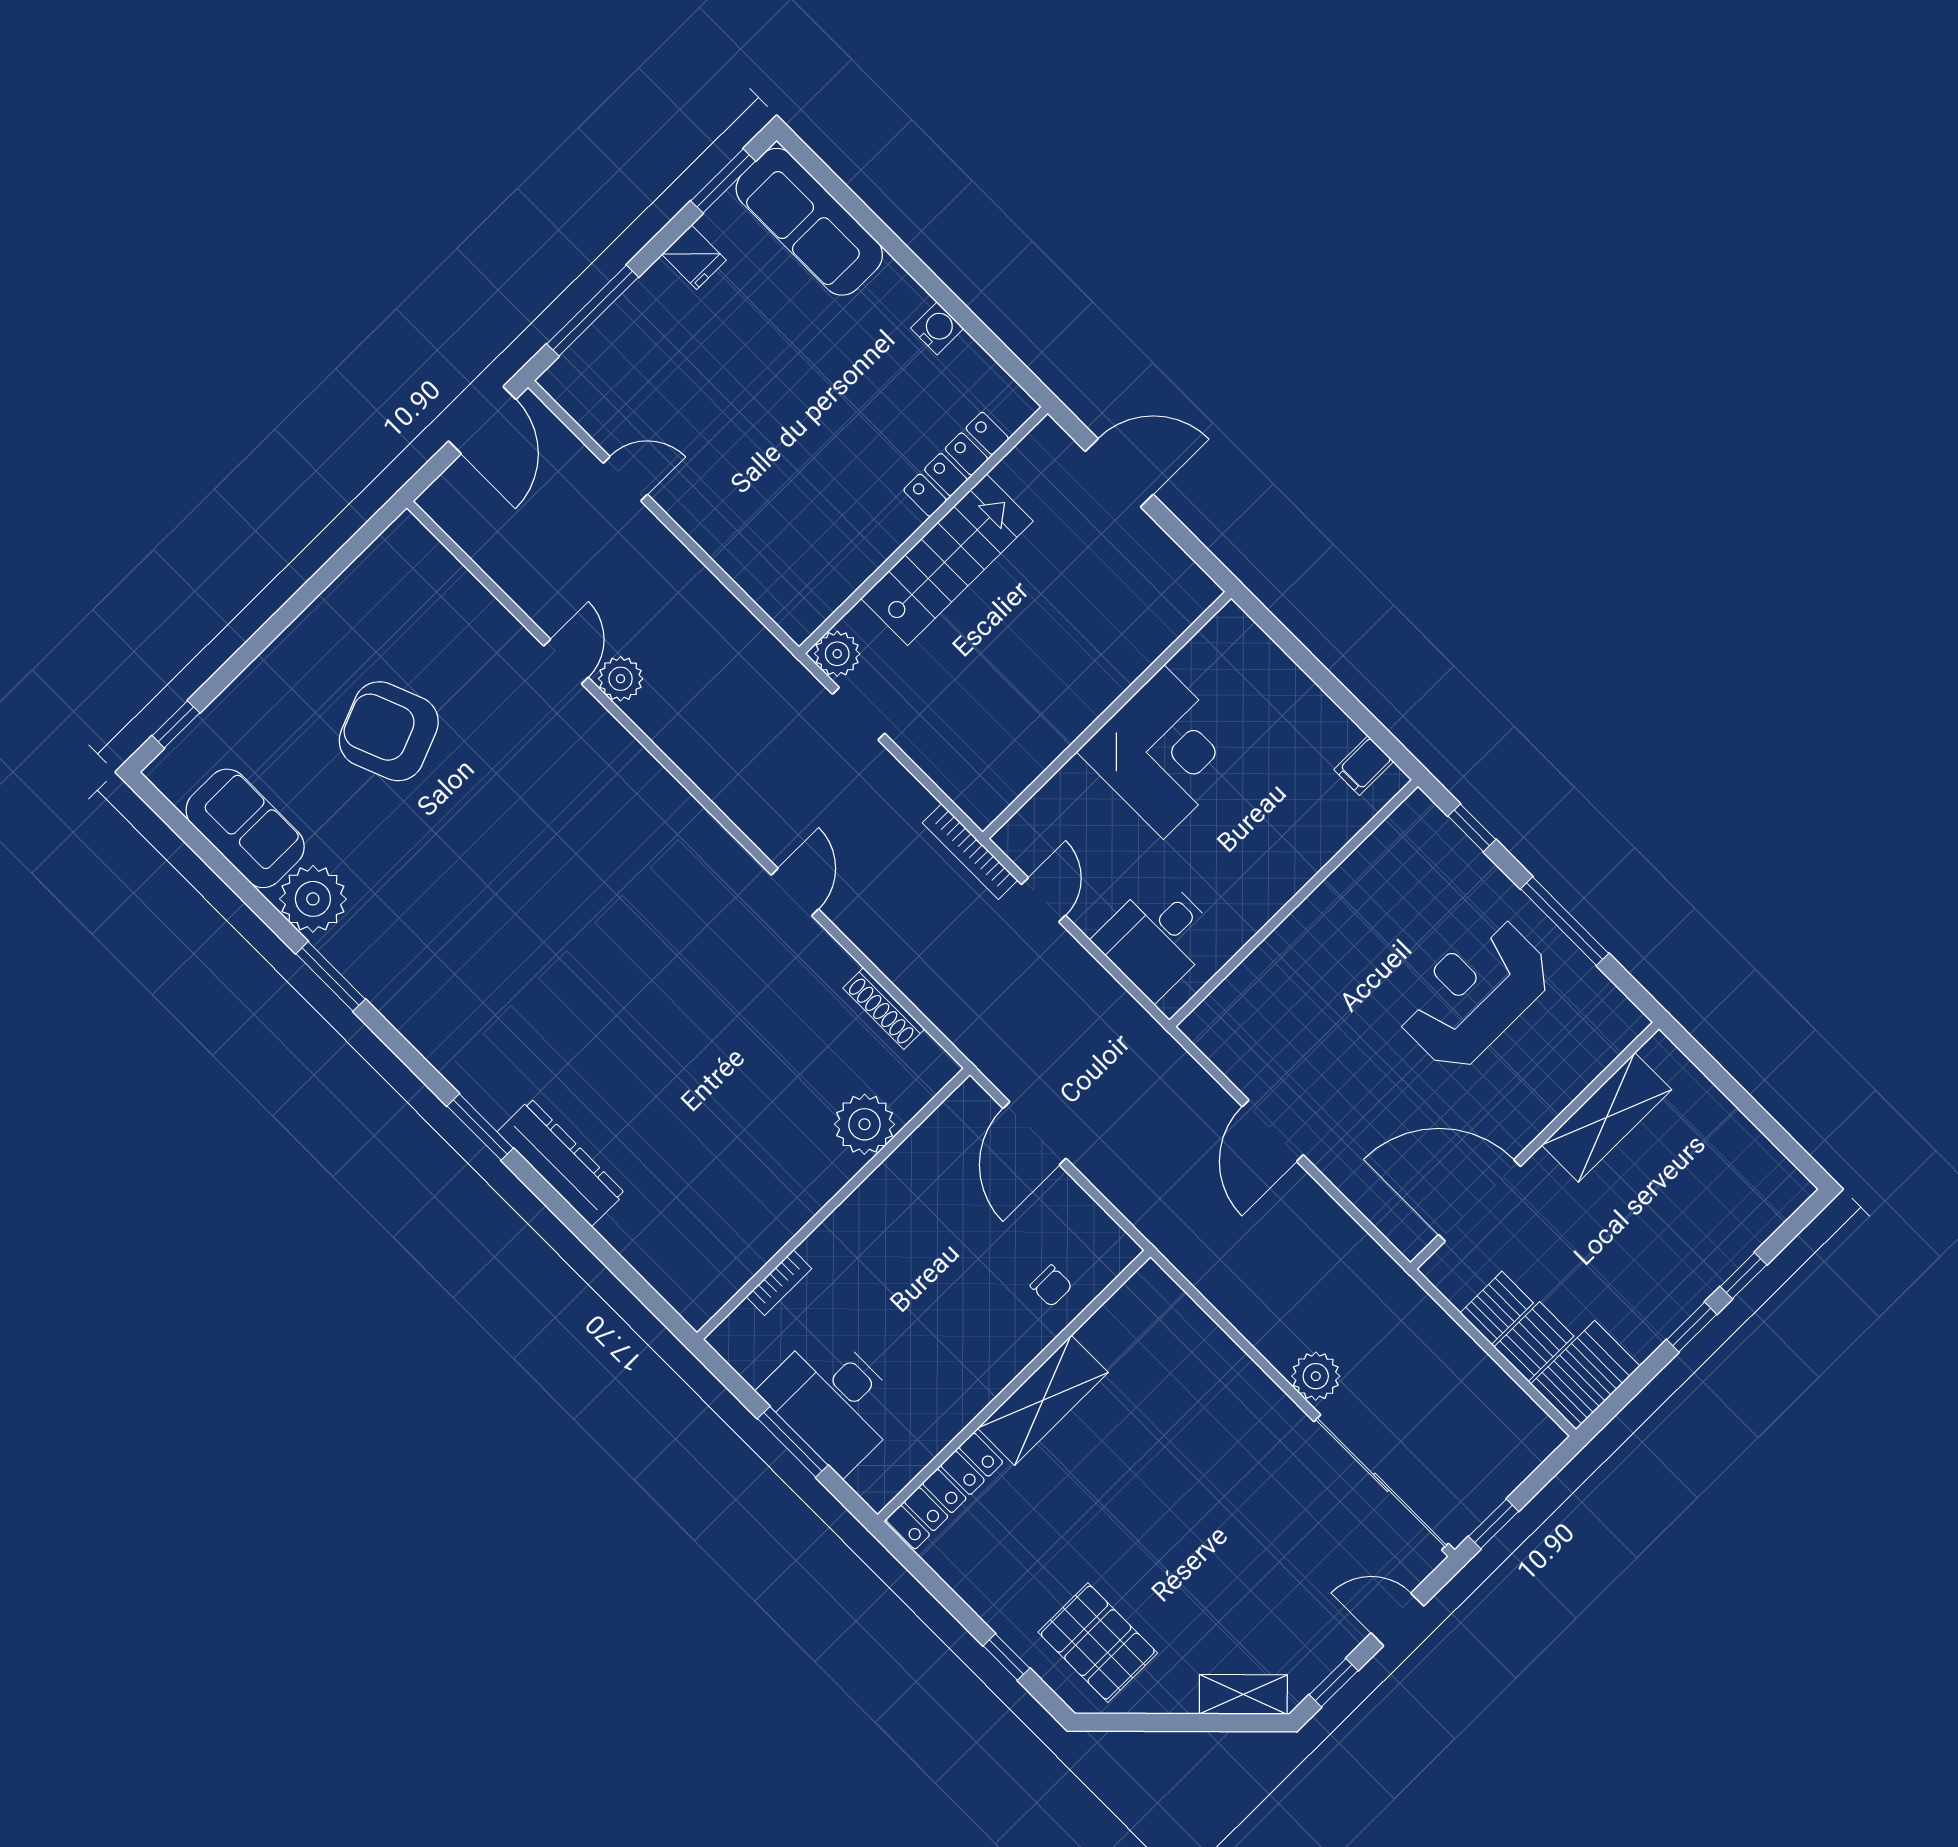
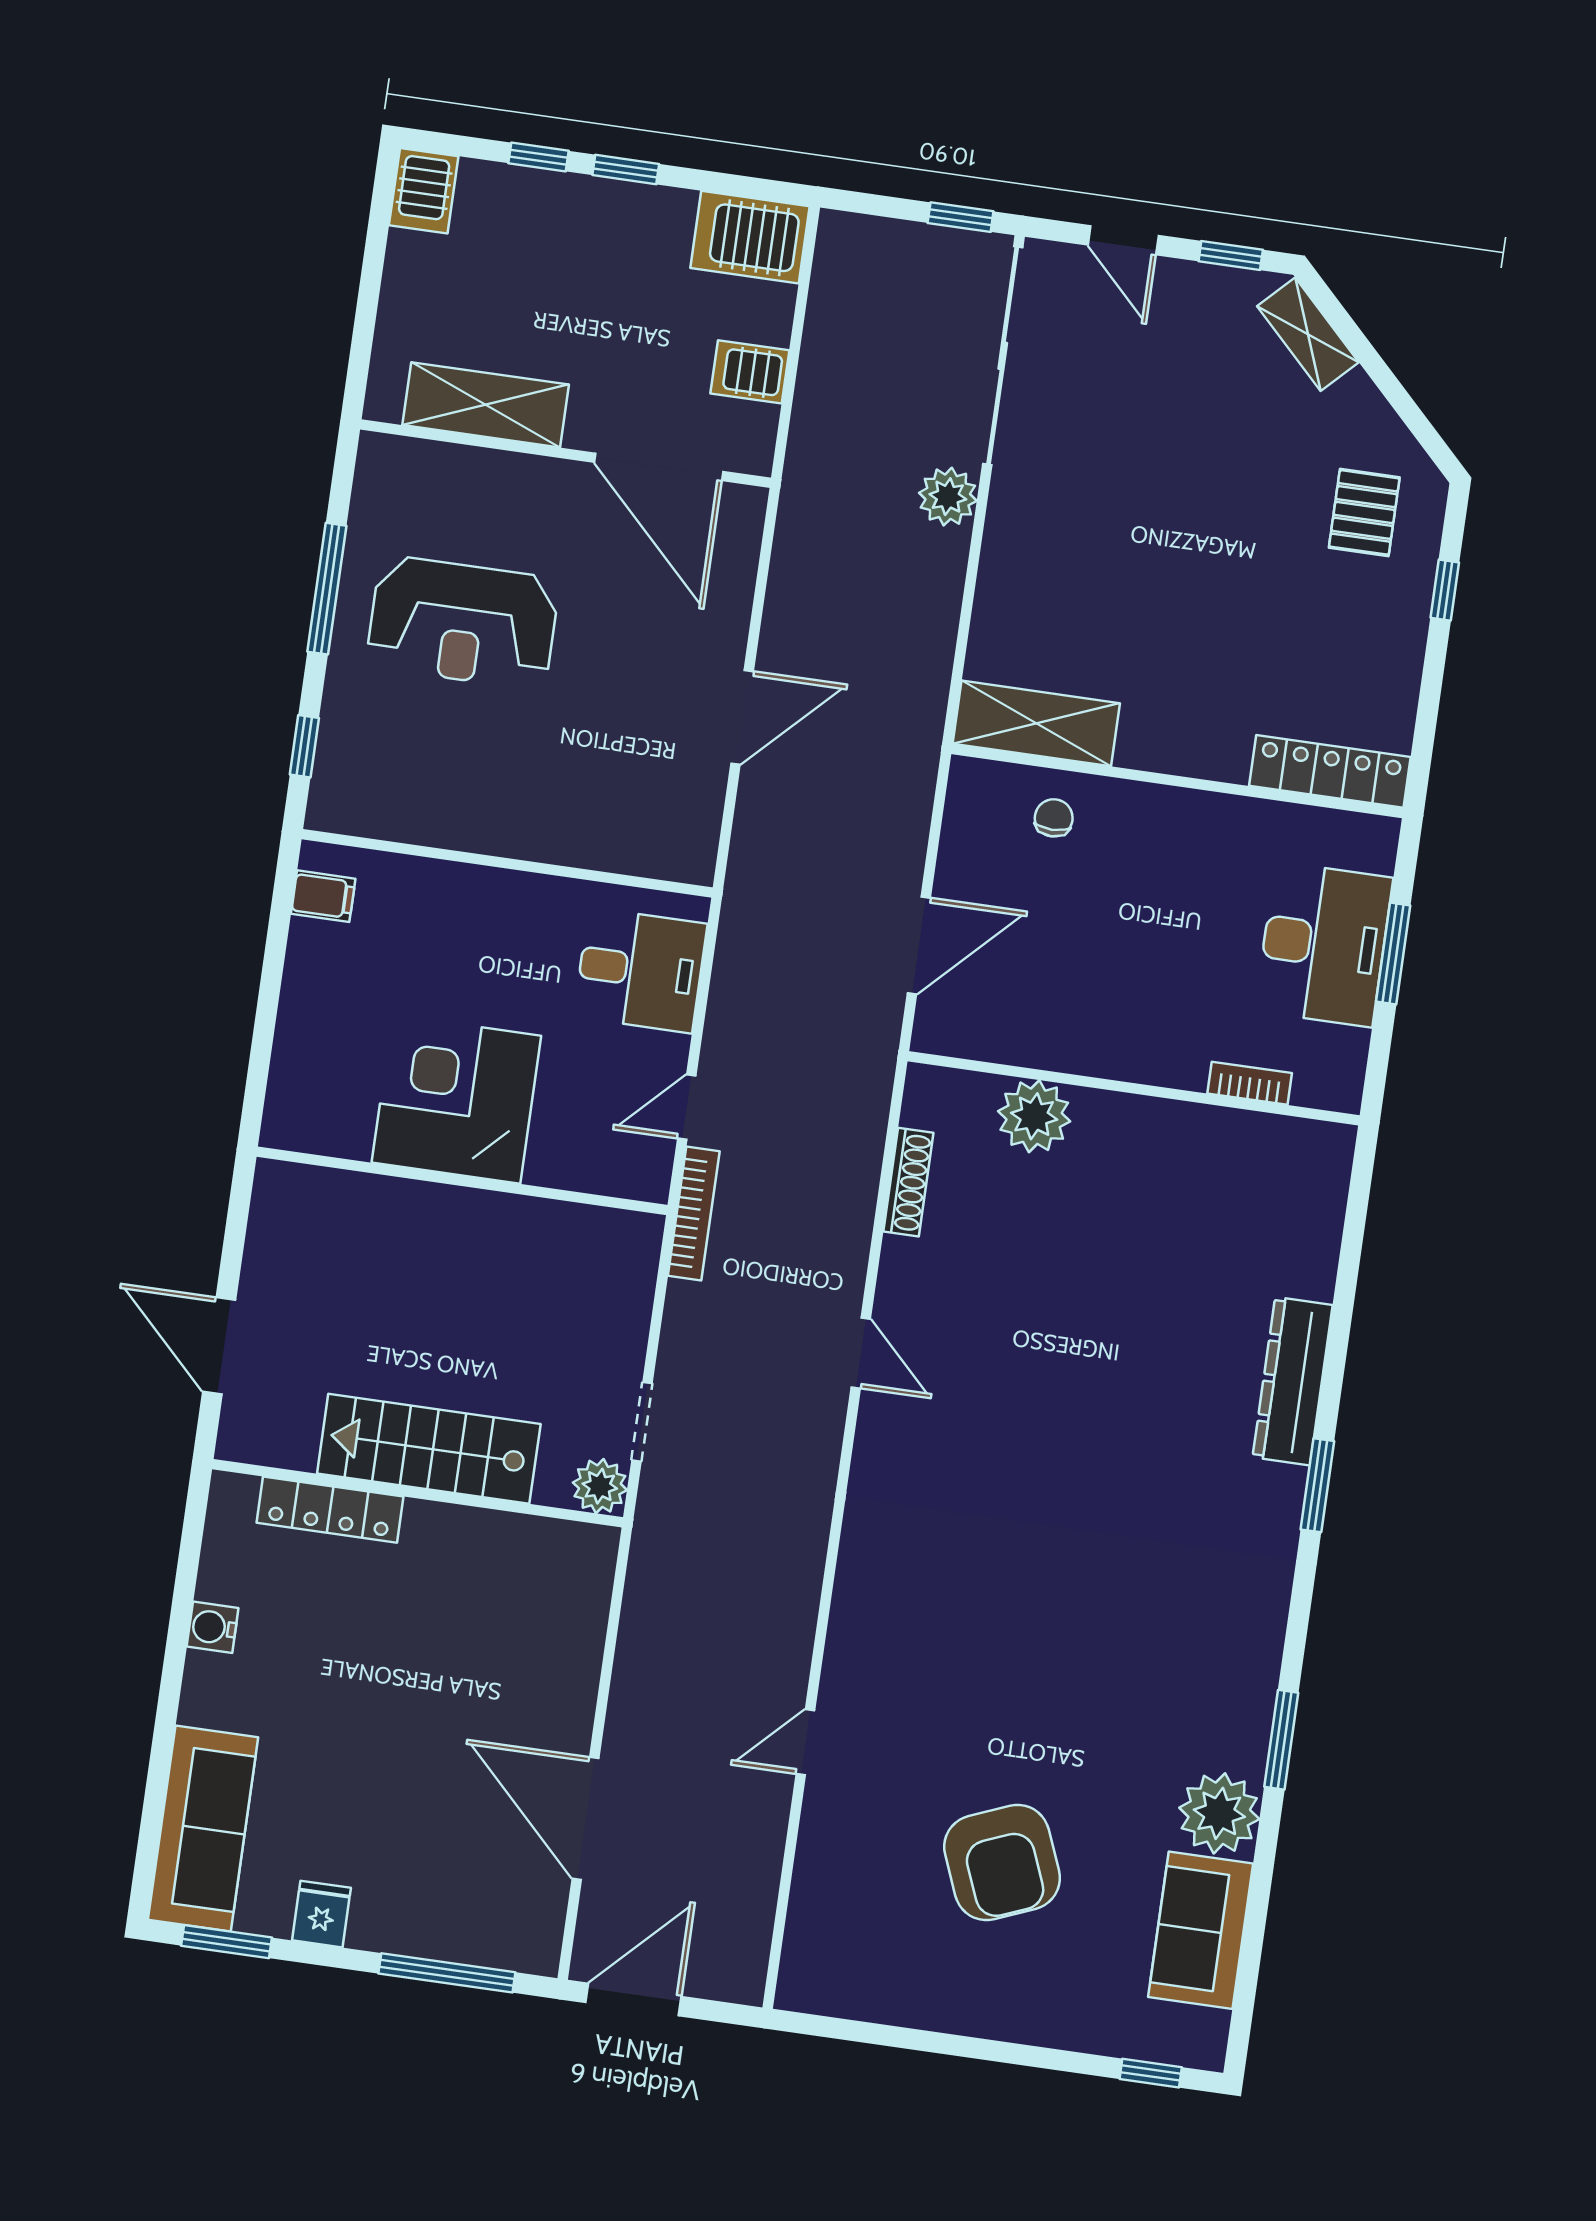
door: (625, 479) -> (586, 1818), width x1.87
plant: (621, 679) -> (782, 1677), removed
door: (795, 892) -> (861, 1353), swing flipped
server rack: (1534, 1342) -> (424, 191), moved, turned -90
shelving: (1043, 1400) -> (1036, 723), moved
pallet: (1098, 1643) -> (1364, 512), width x0.67, depth x0.71

